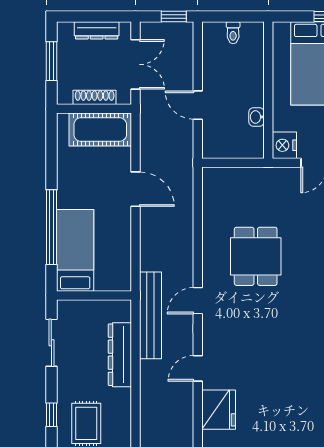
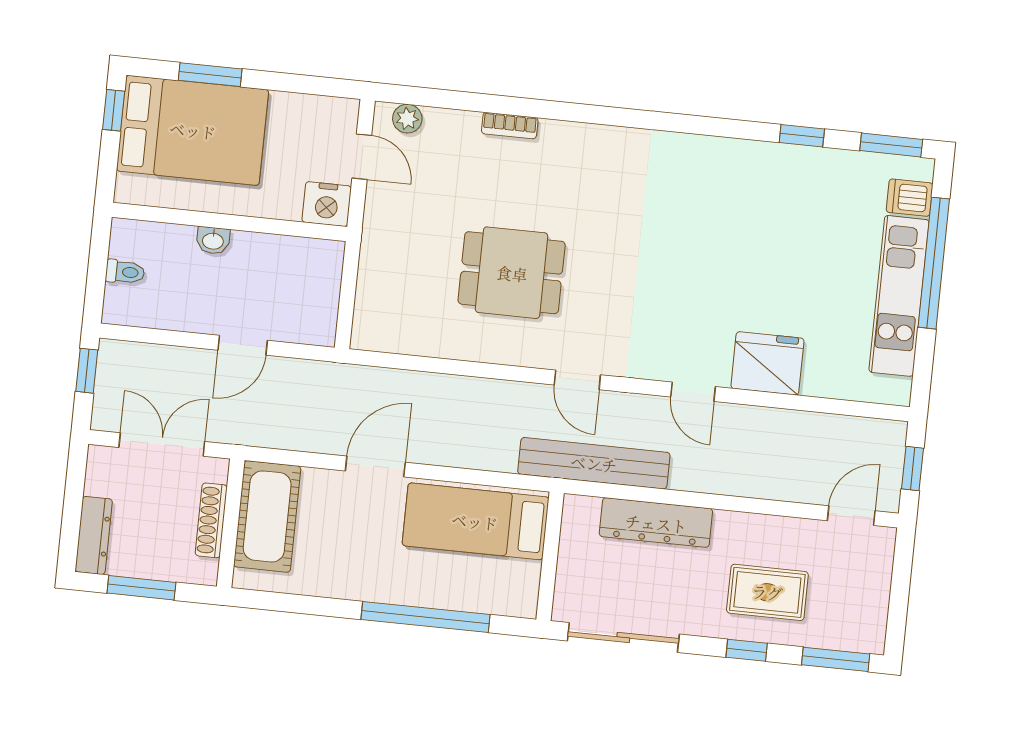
dresser: (97, 30) -> (94, 535), moved
washbasin: (257, 117) -> (213, 240), moved
bed: (75, 250) -> (475, 521), moved
sliding door: (51, 343) -> (623, 637), width x1.37

